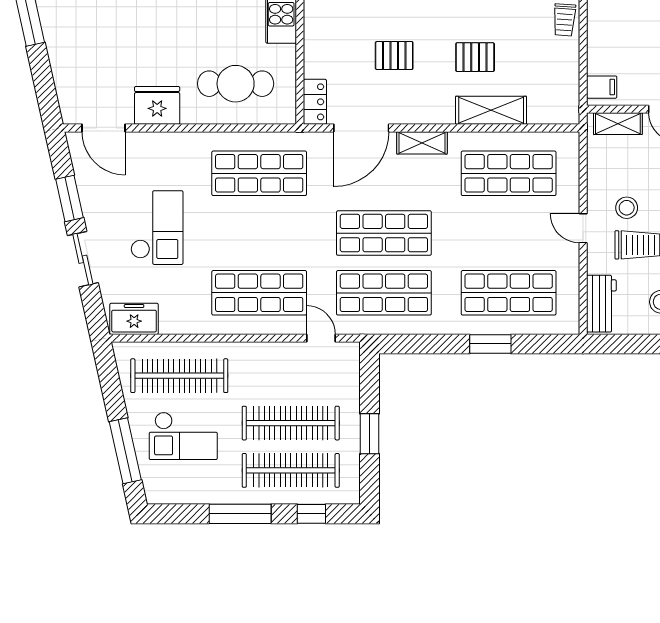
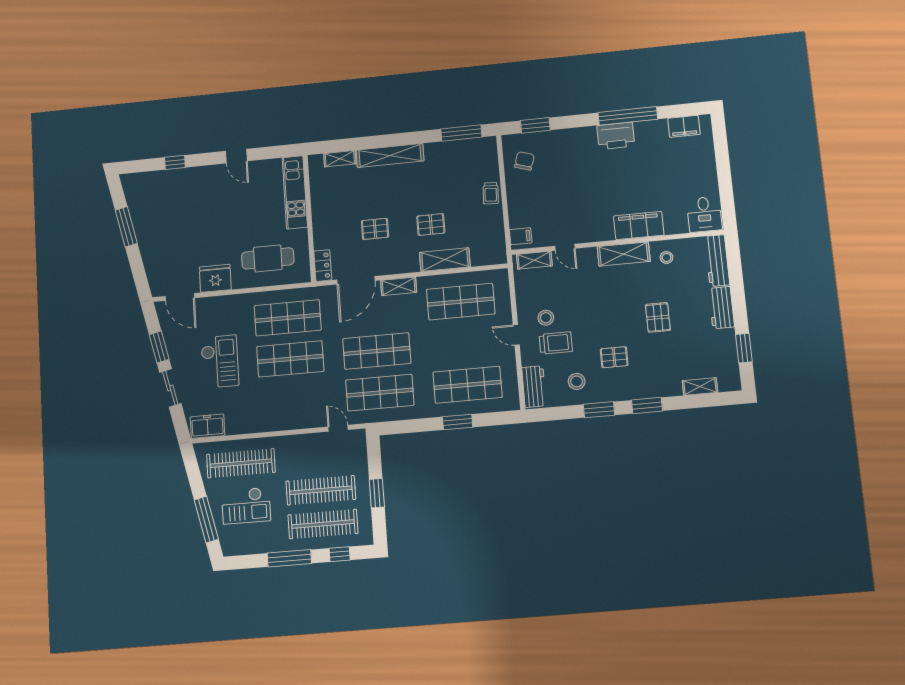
shop shelf: (259, 293) -> (290, 359), moved

